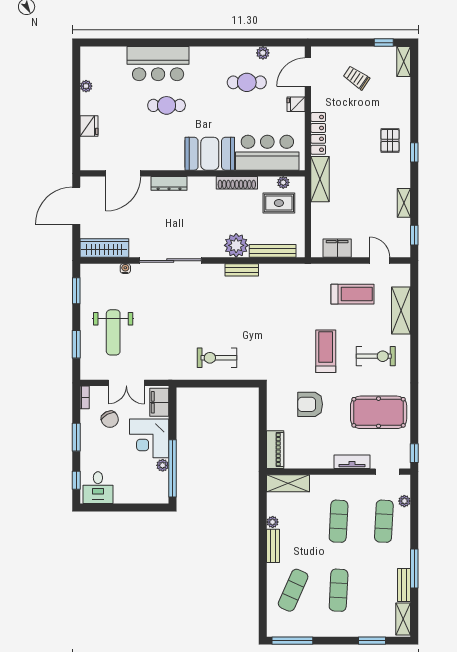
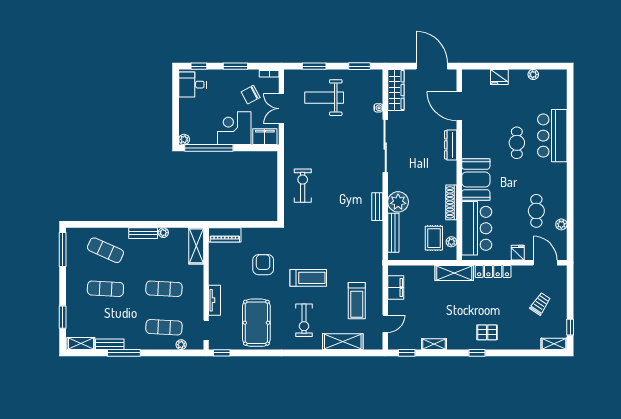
plant: (163, 465) -> (184, 139), moved

